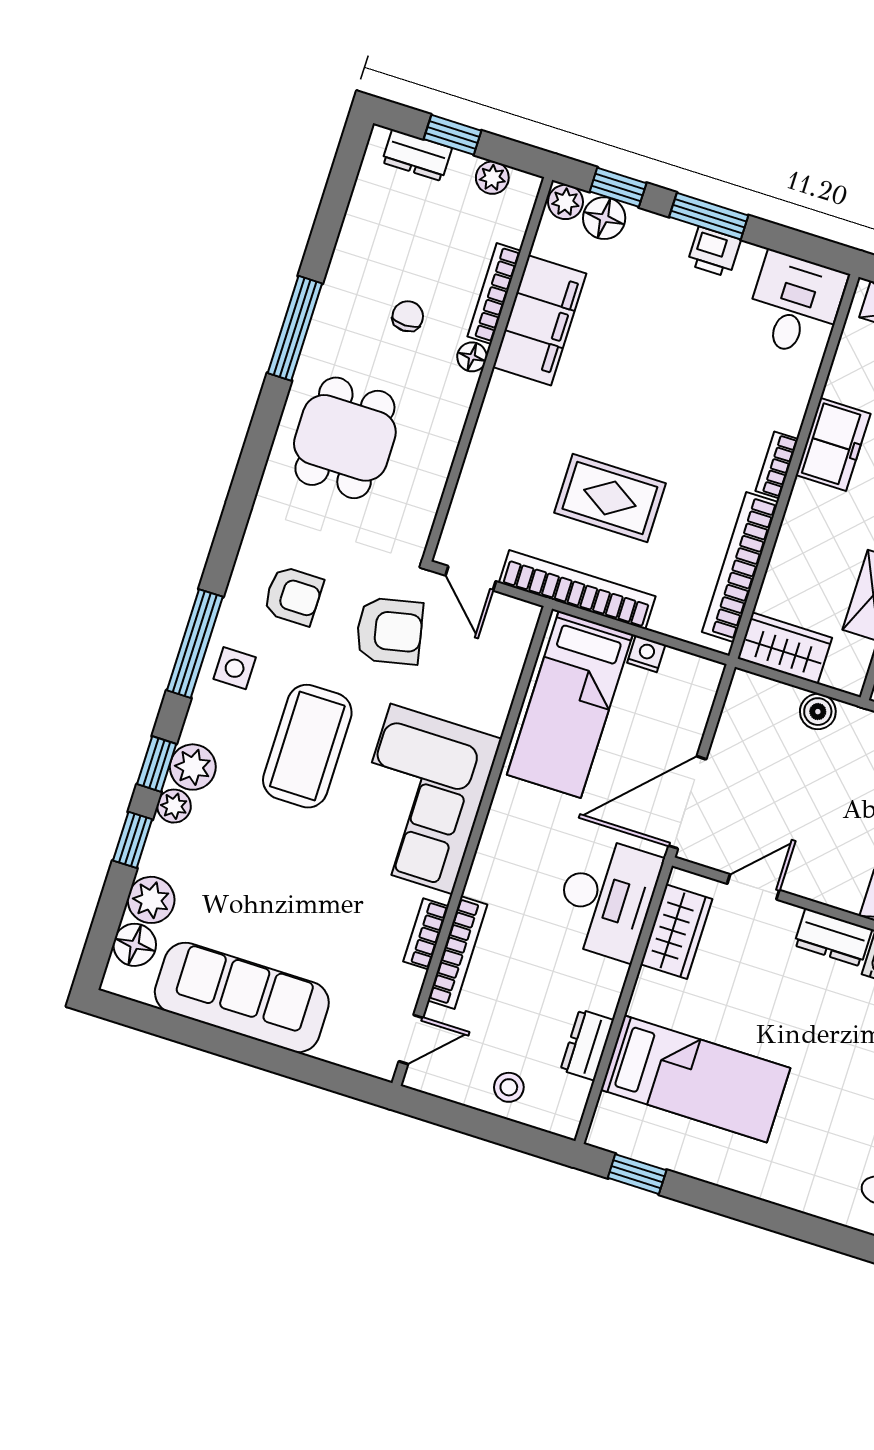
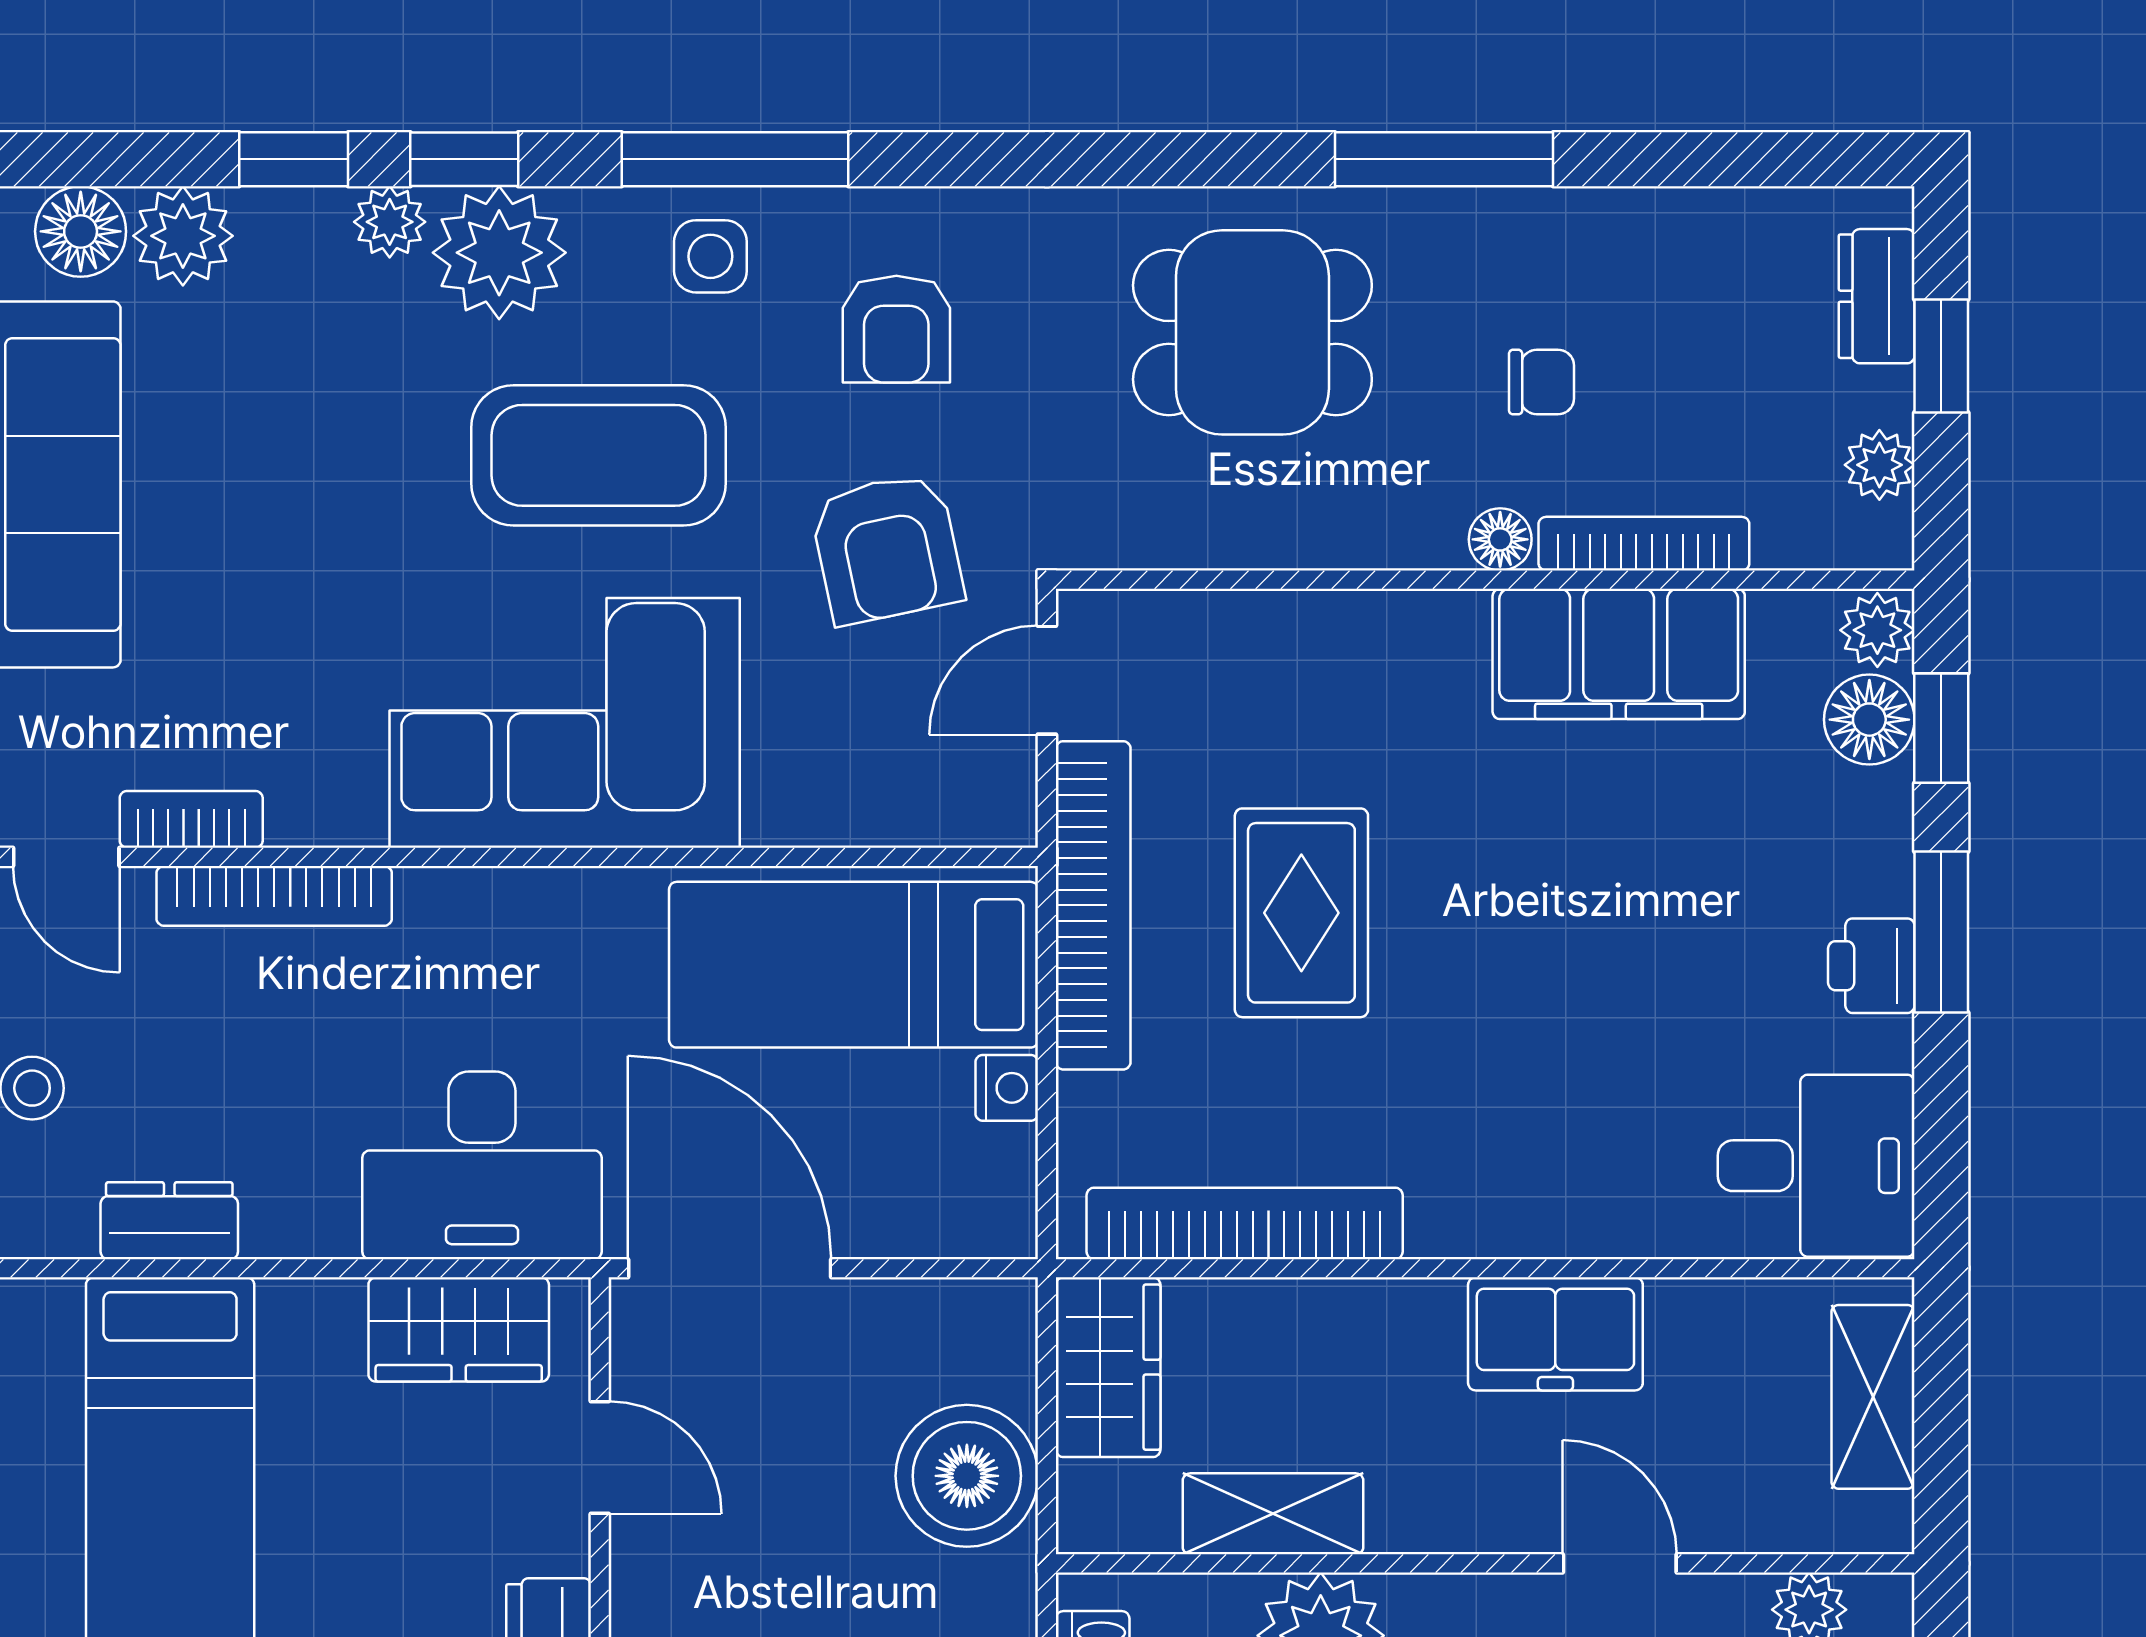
bookcase: (777, 465) -> (1477, 1232), removed
boiler: (818, 712) -> (967, 1476), width x1.86, depth x1.86
plant: (193, 767) -> (499, 253), width x1.36, depth x1.36
bookcase: (426, 934) -> (191, 819), moved

